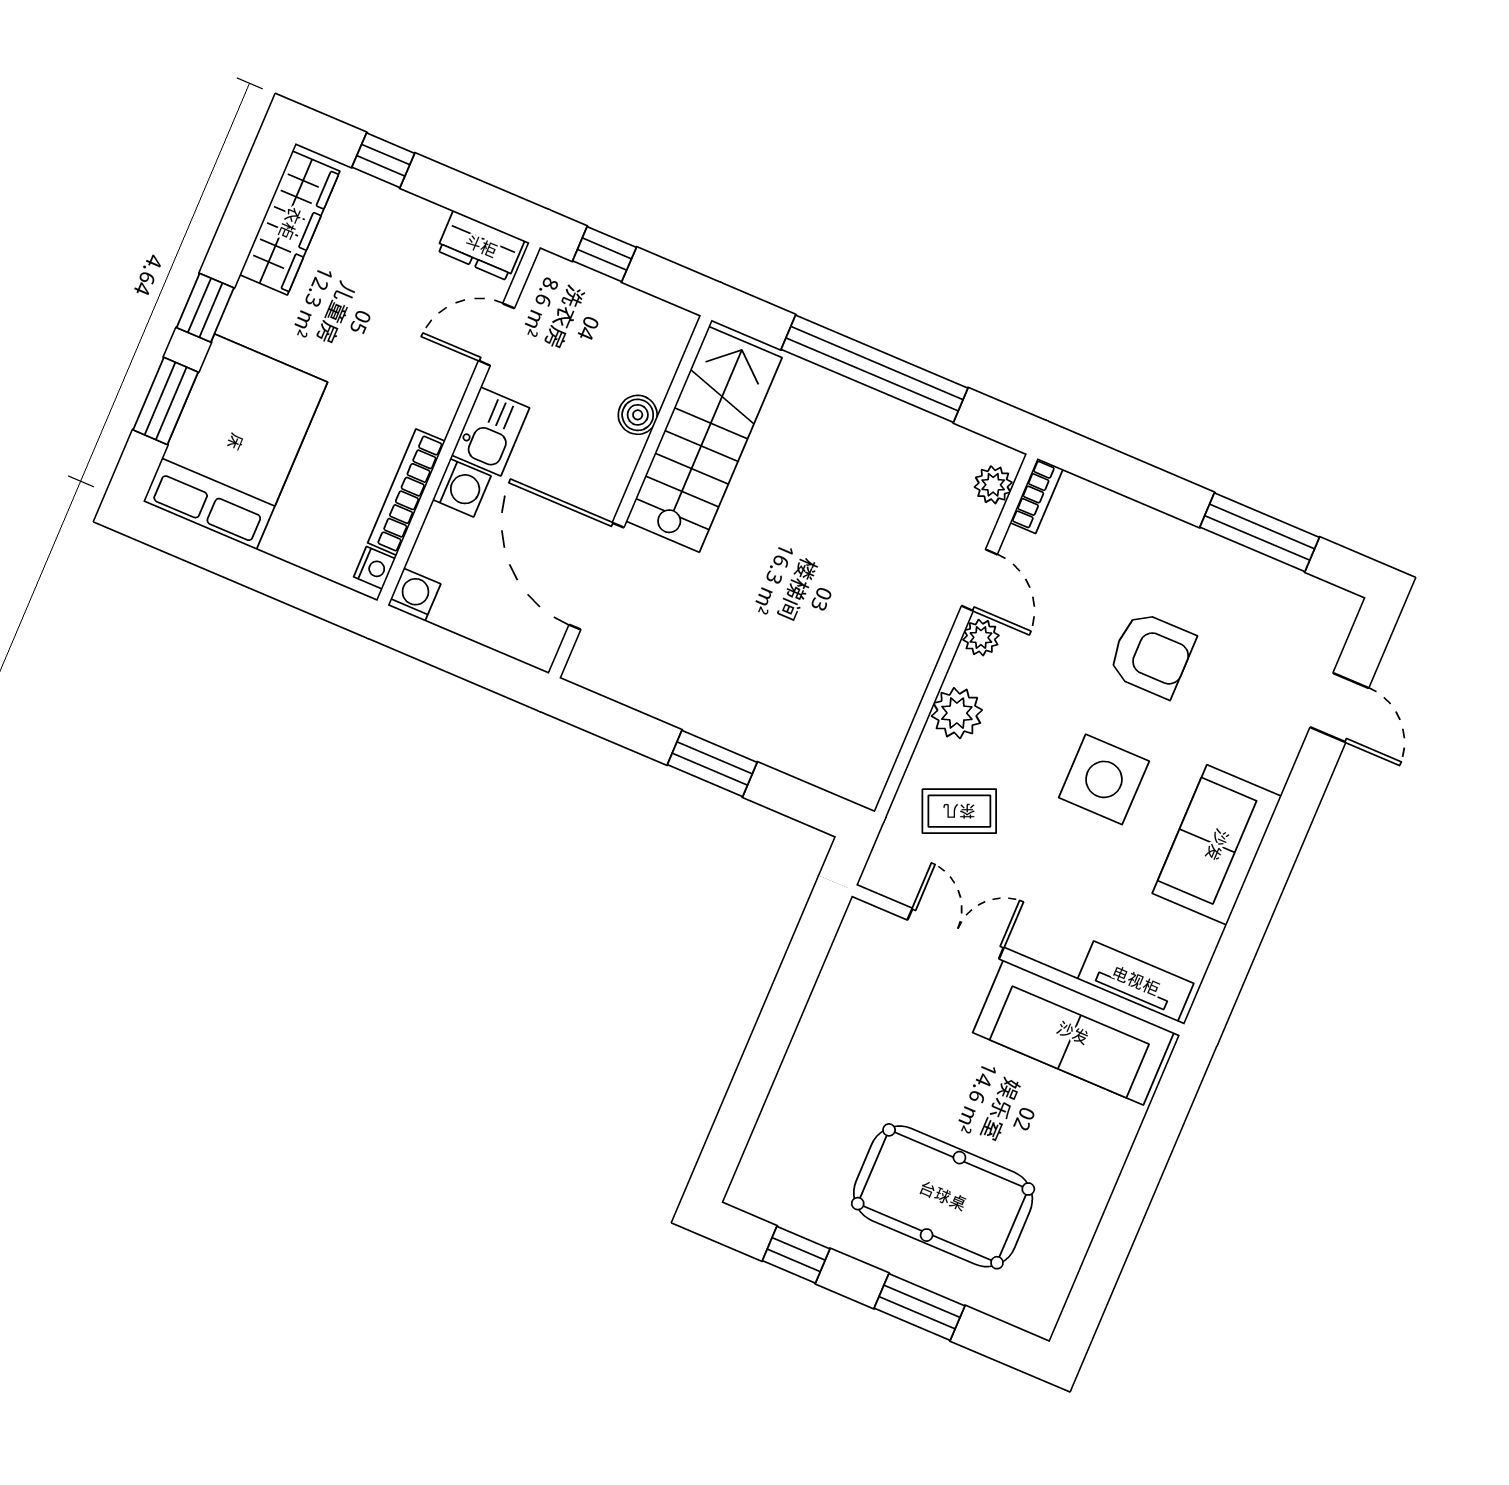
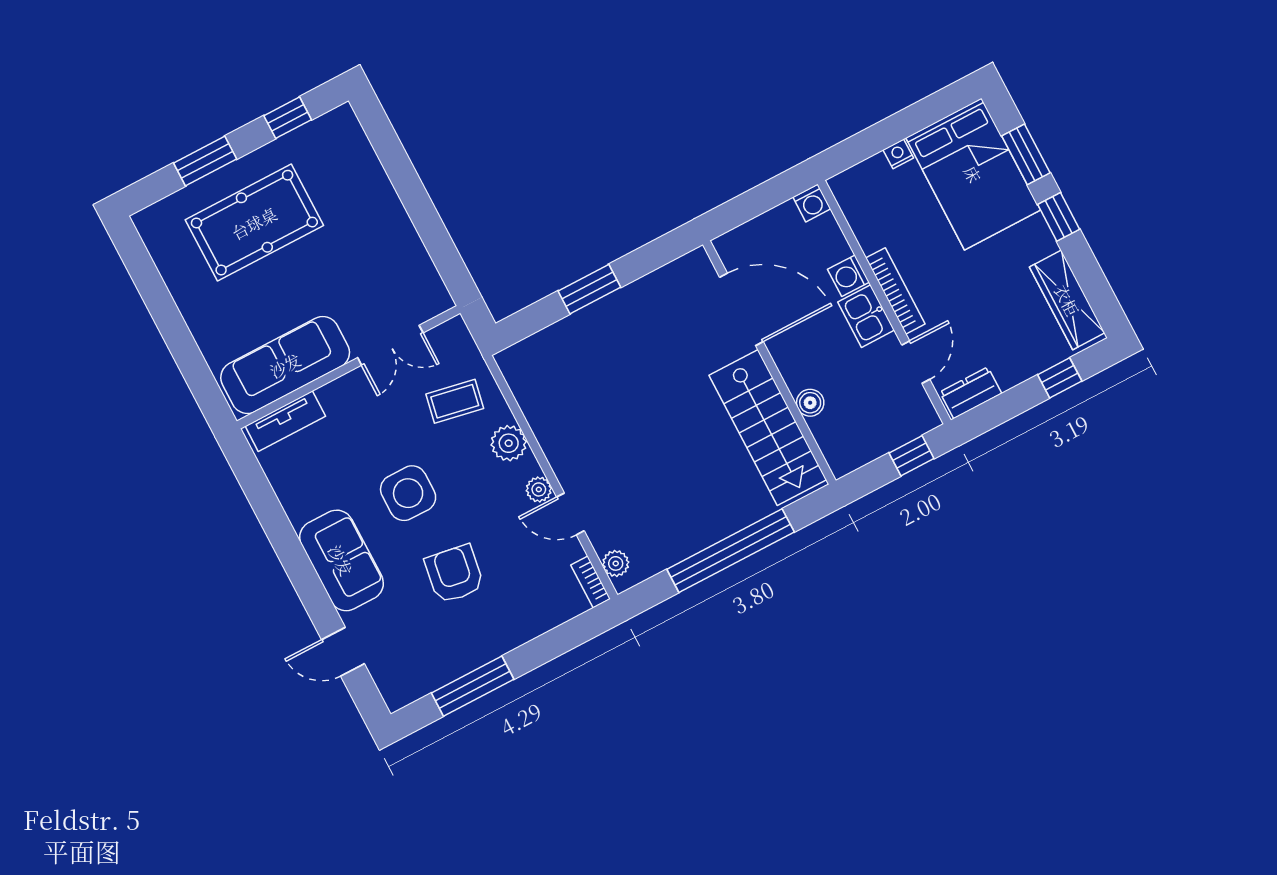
bookcase: (406, 492) -> (895, 291), moved
nightstand: (374, 568) -> (898, 154), moved, turned 90
armchair: (1152, 655) -> (454, 574), turned 99
coffee table: (959, 811) -> (455, 401), turned 34
sofa: (1217, 845) -> (341, 560), moved

